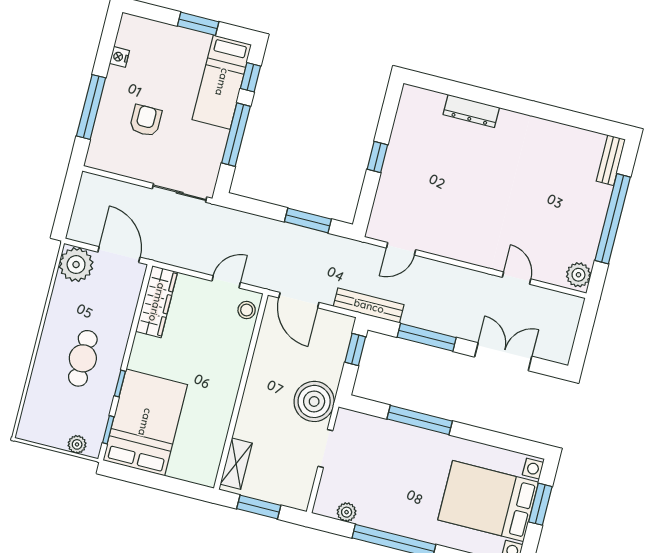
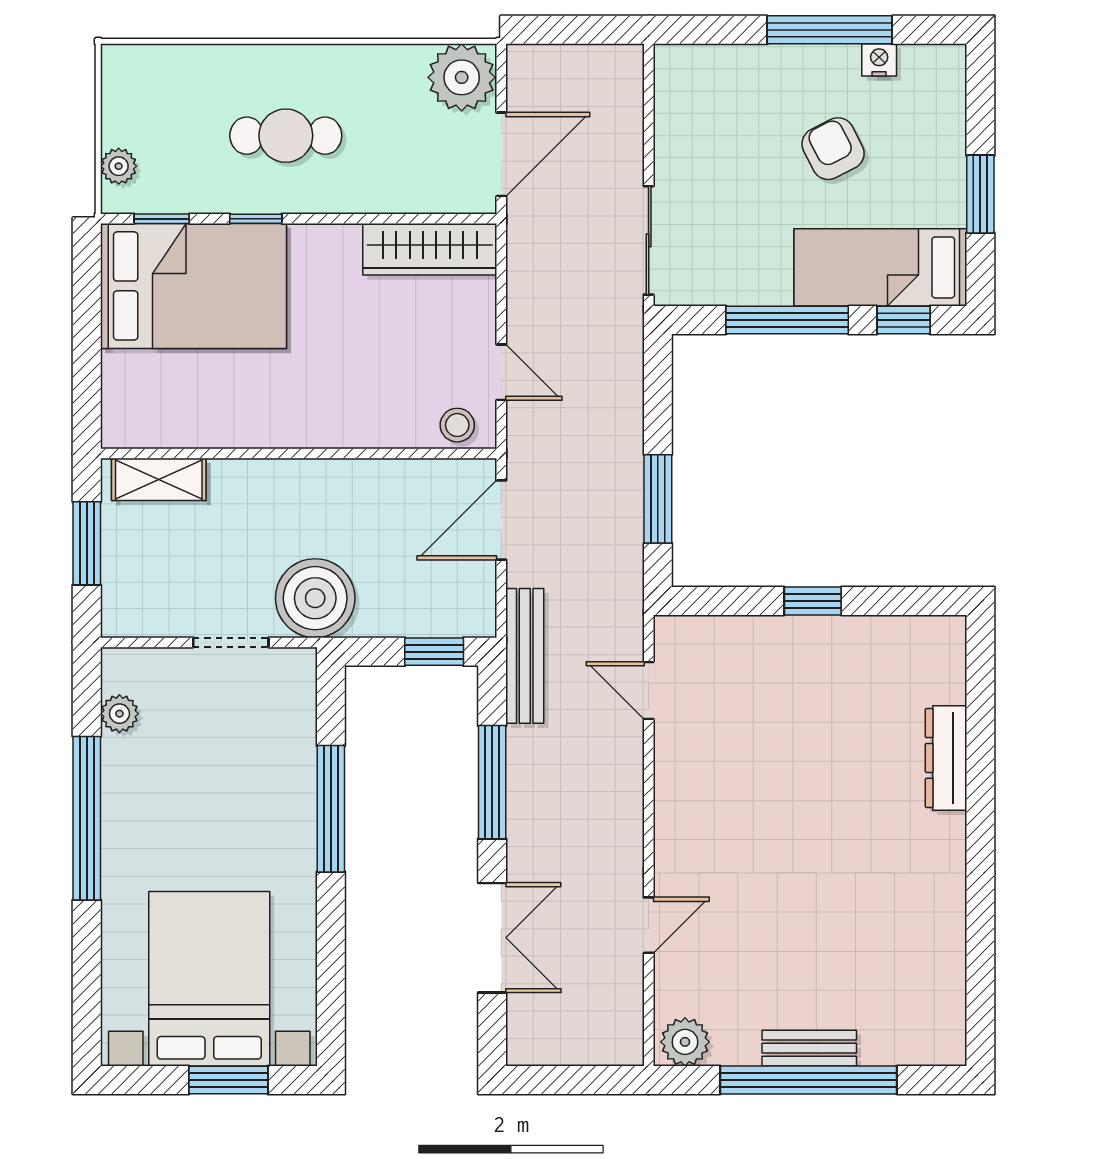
window: (91, 107) -> (830, 30), moved
armchair: (146, 121) -> (833, 149), moved, turned -117
bench: (611, 160) -> (809, 1048), moved

